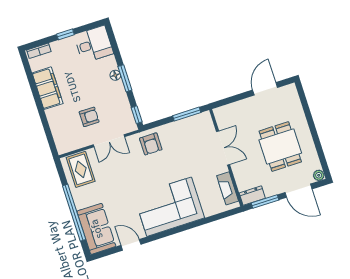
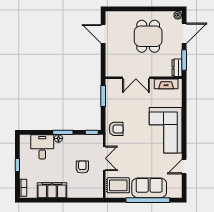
desk: (94, 44) -> (42, 147), moved
dining table: (280, 146) -> (148, 36), turned 90
double door: (223, 148) -> (136, 78), swing flipped
sofa: (96, 229) -> (149, 188), moved

